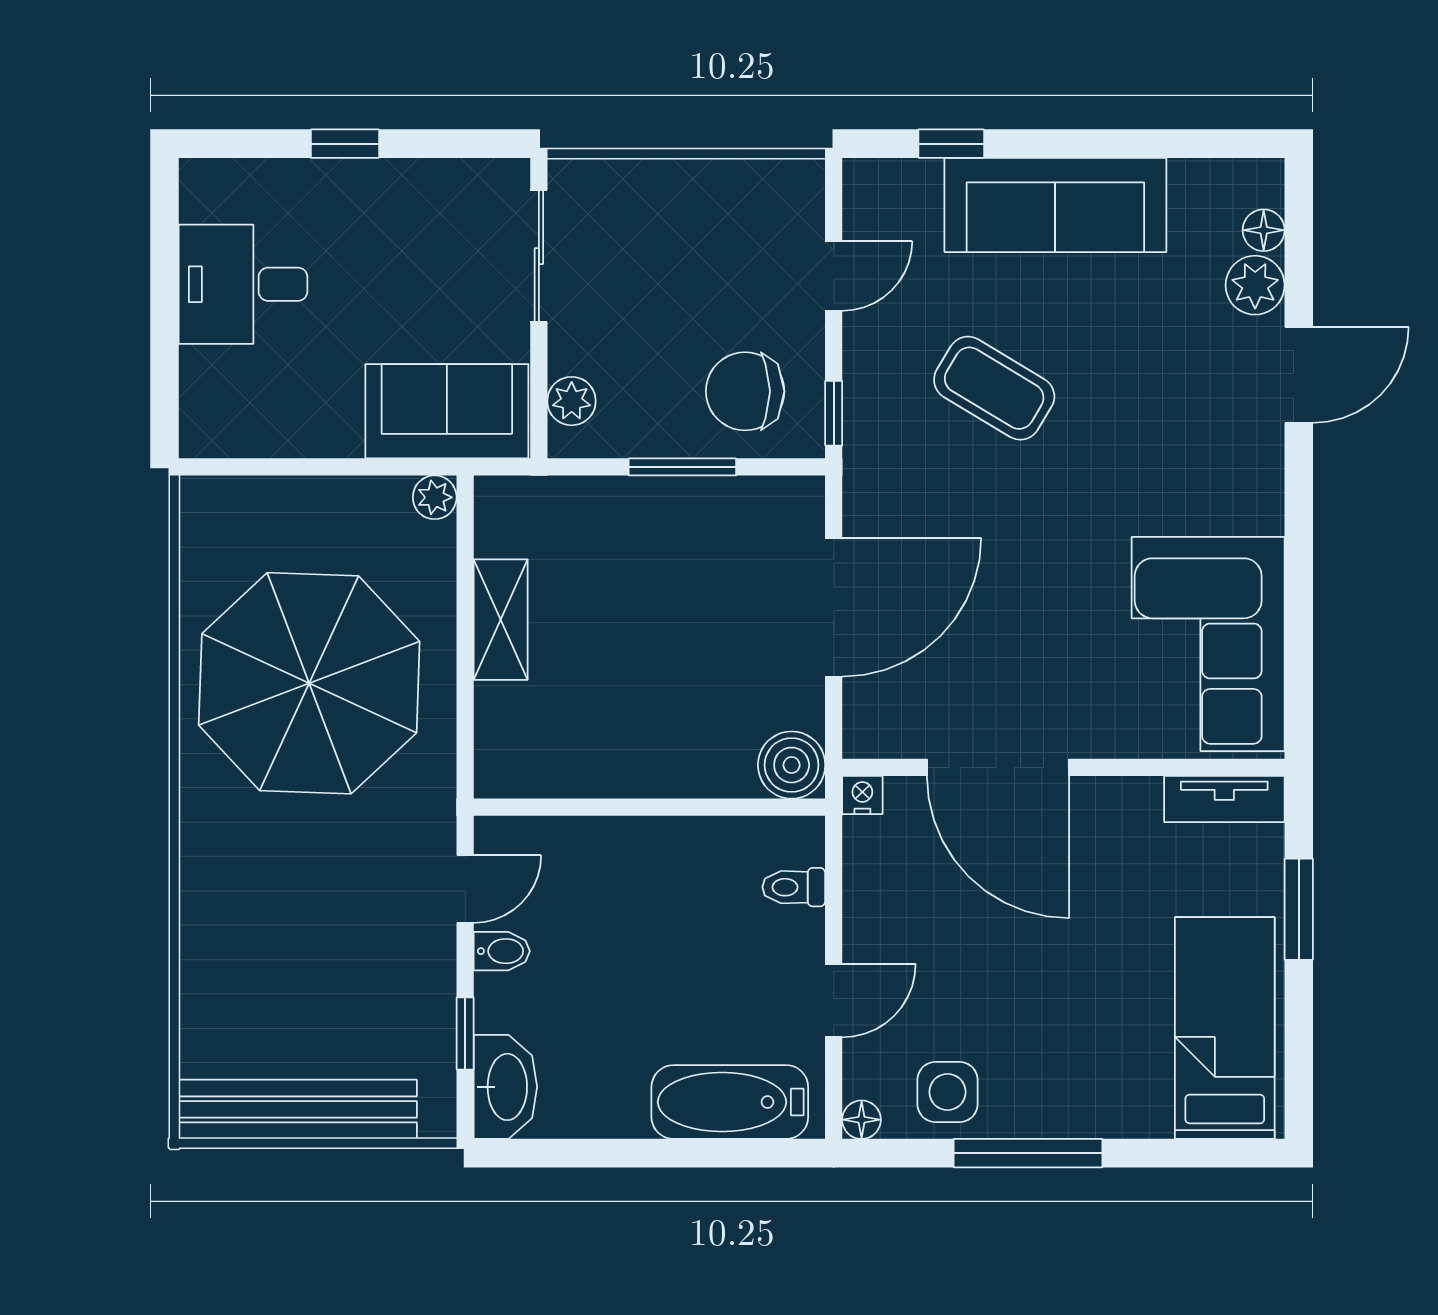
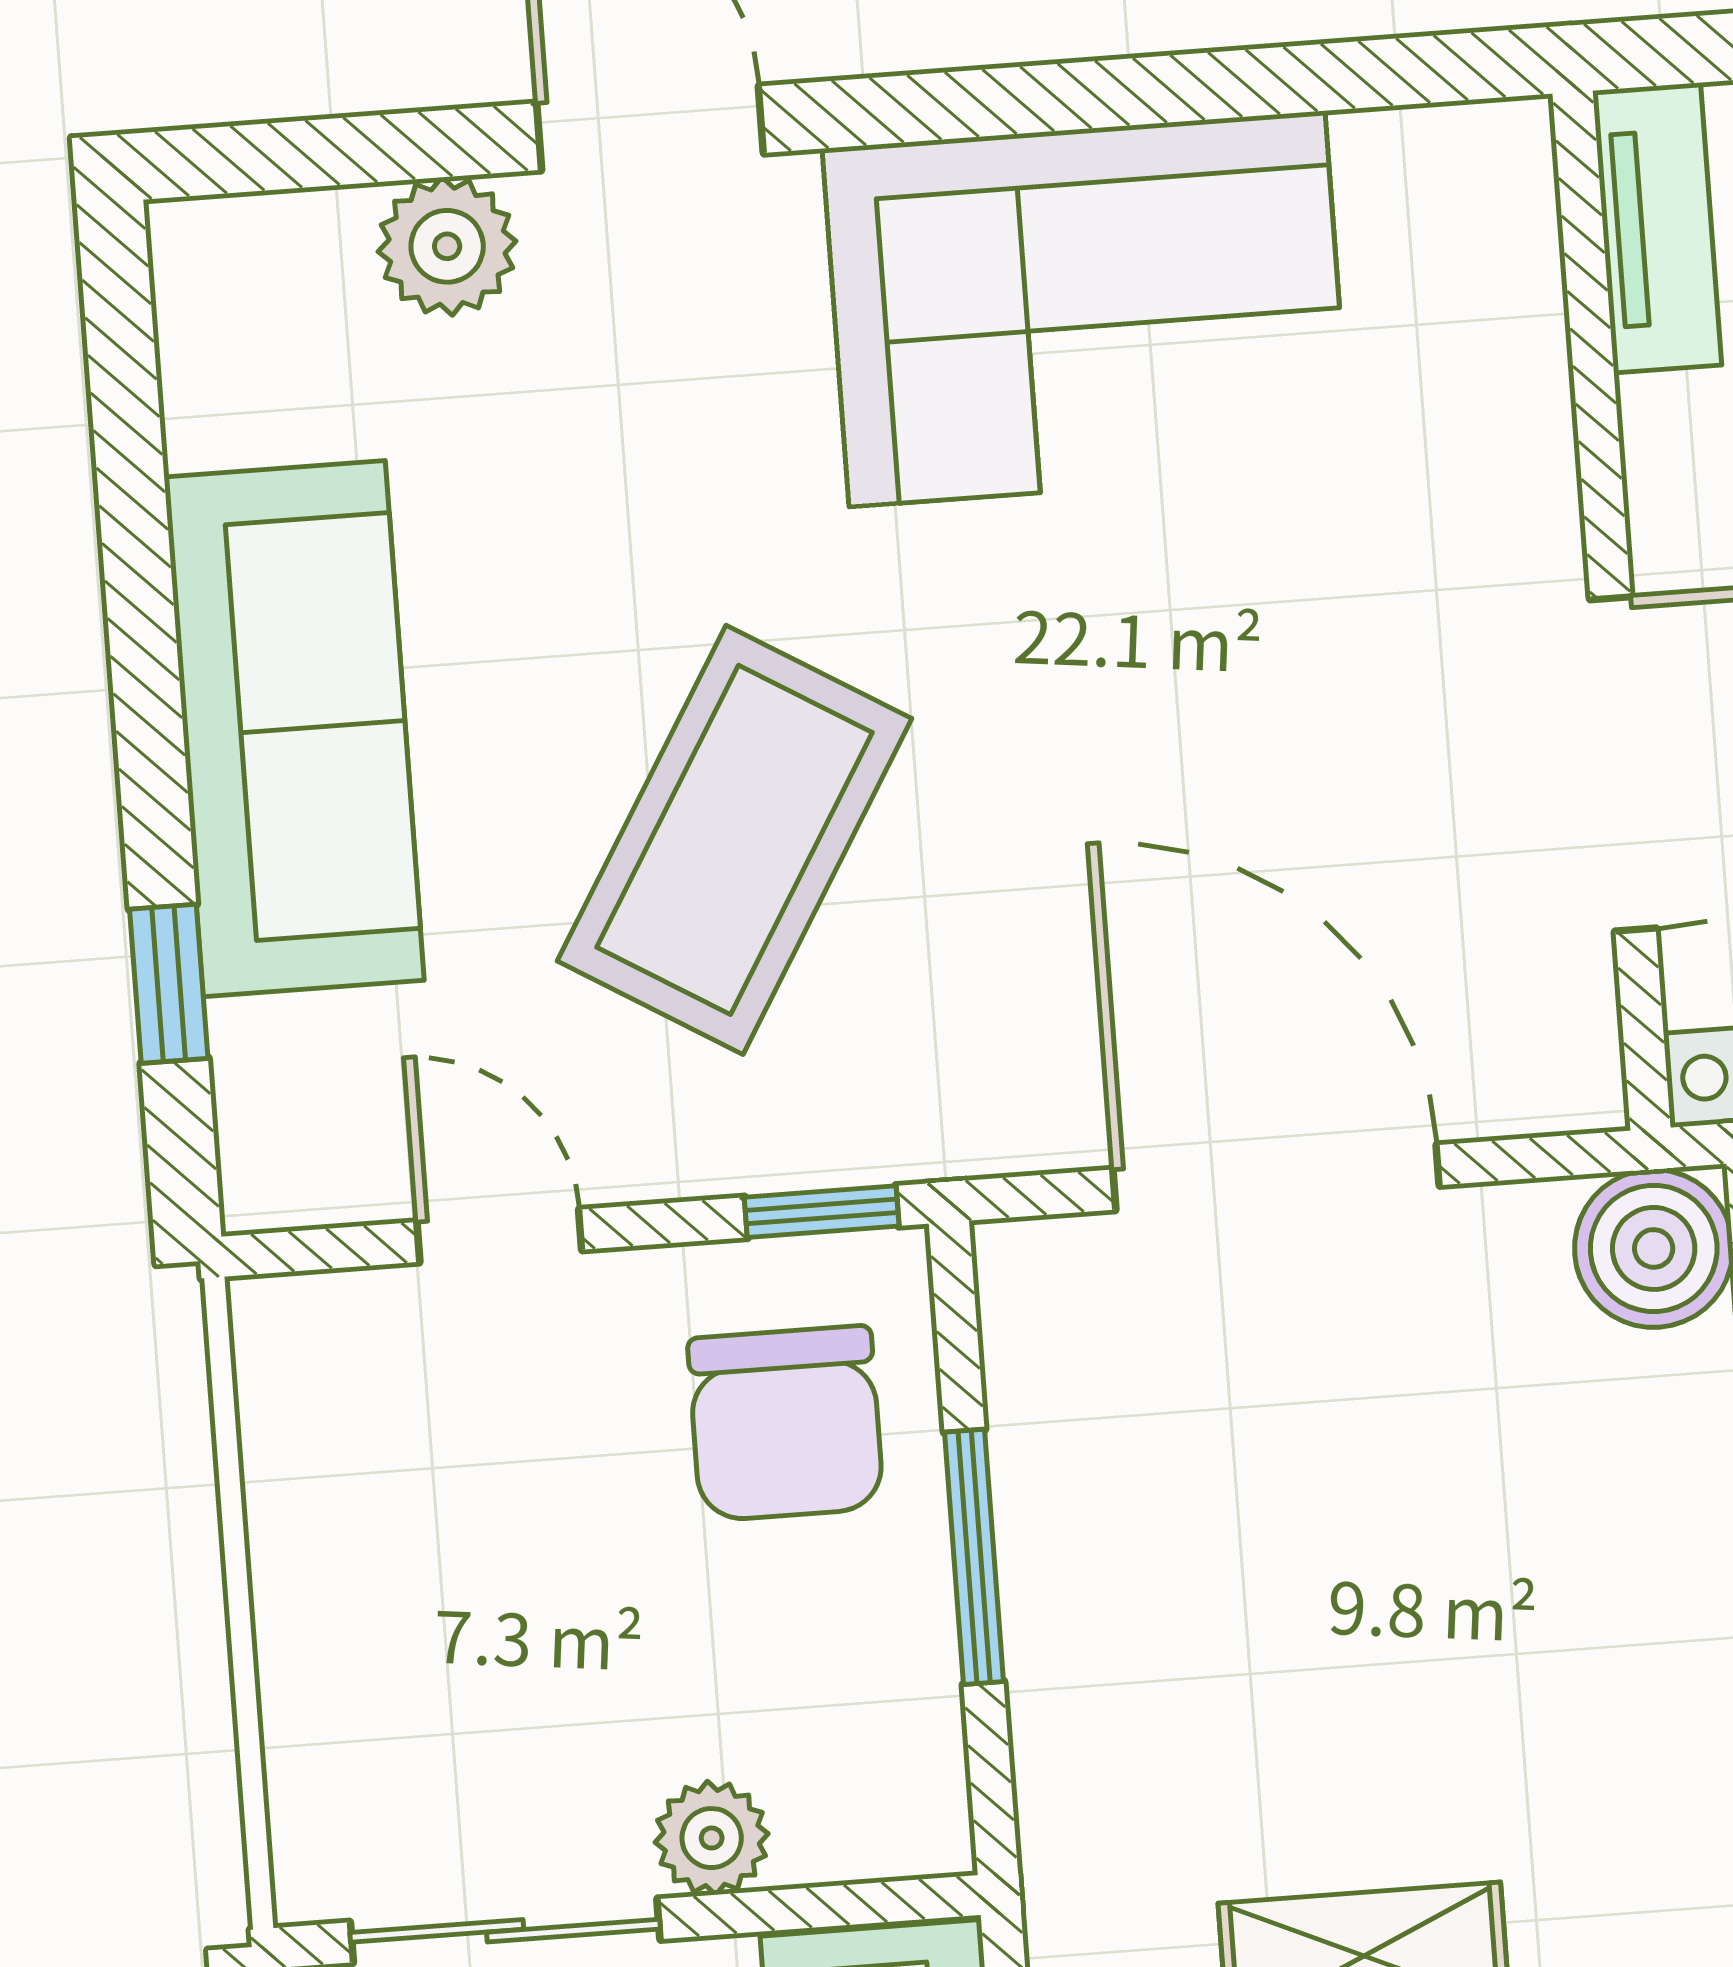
floor lamp: (1264, 230) -> (317, 236), removed
coffee table: (994, 388) -> (734, 840), width x1.36, depth x1.32
plant: (572, 401) -> (712, 1838), moved
corner sofa: (1208, 644) -> (1087, 309), moved

